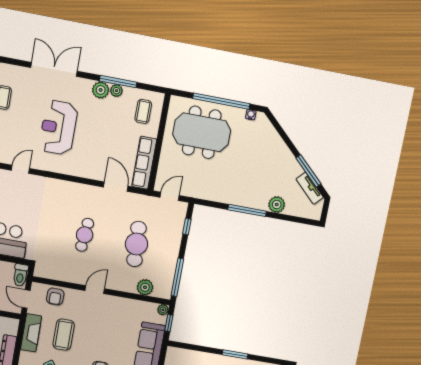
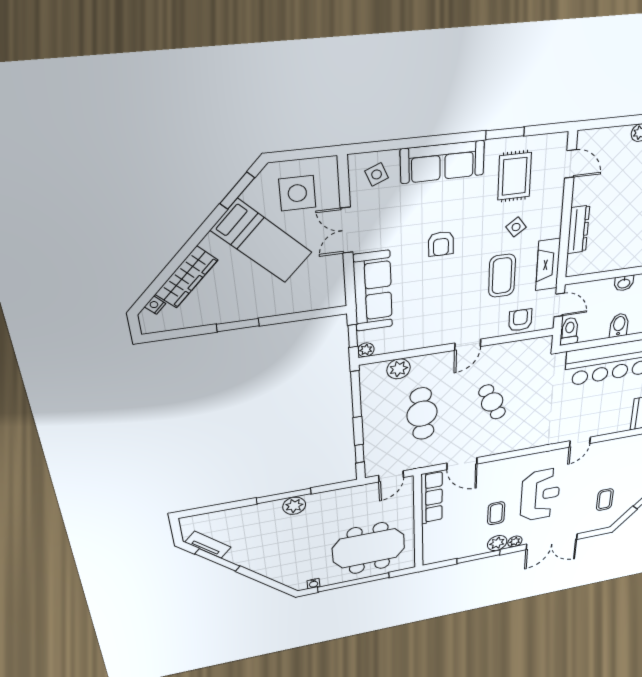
plant: (116, 91) -> (515, 541), moved
coffee table: (143, 111) -> (496, 513), moved
plant: (277, 205) -> (294, 506), moved
cafe table: (85, 235) -> (492, 402), turned -30

